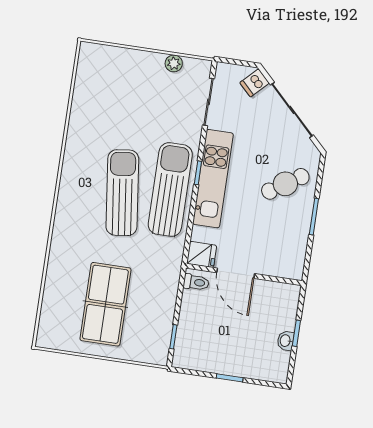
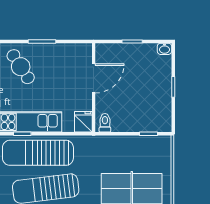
door: (236, 273) -> (94, 78), moved
washbasin: (286, 341) -> (164, 49), moved

